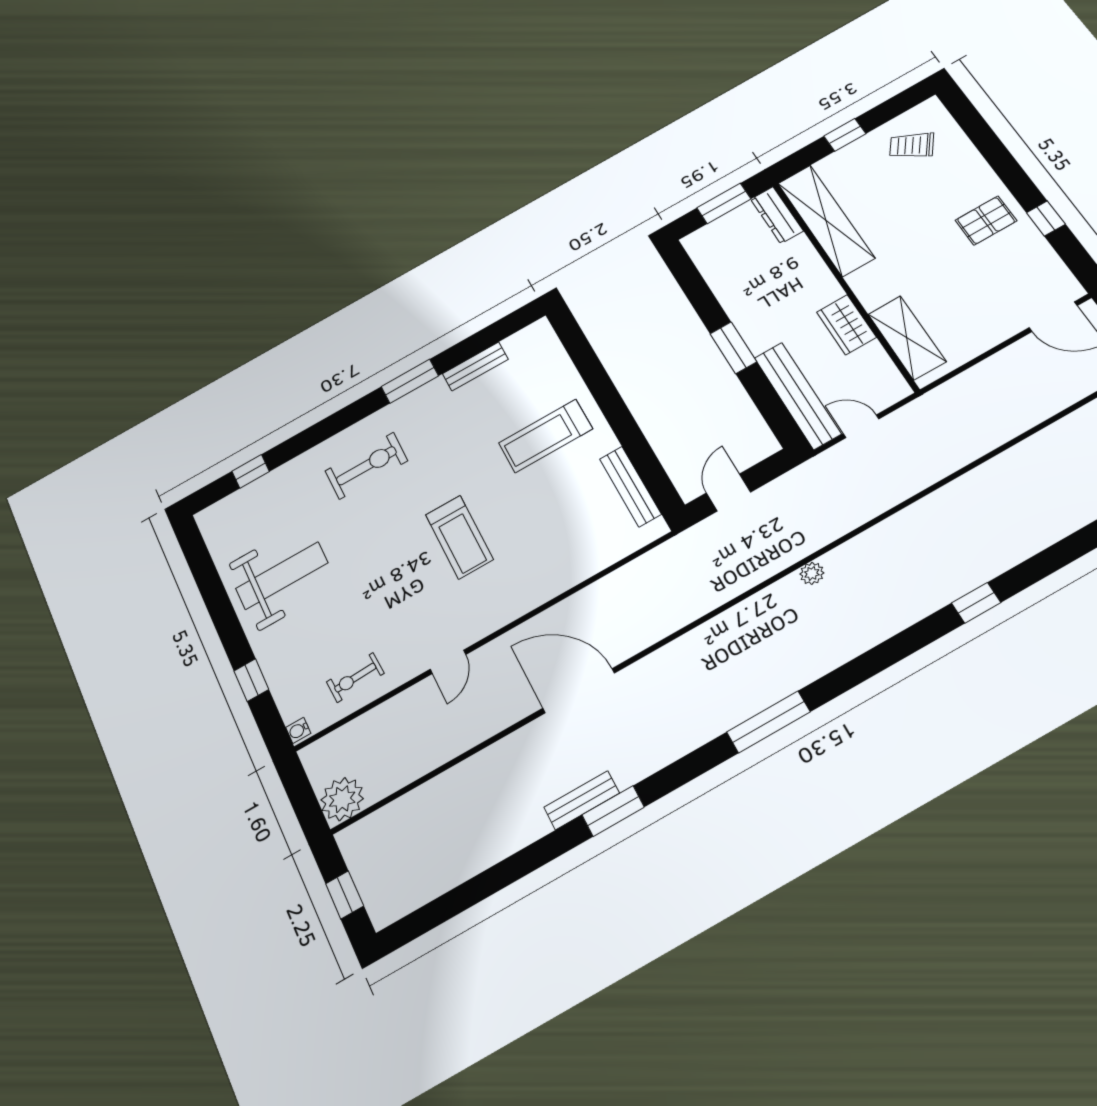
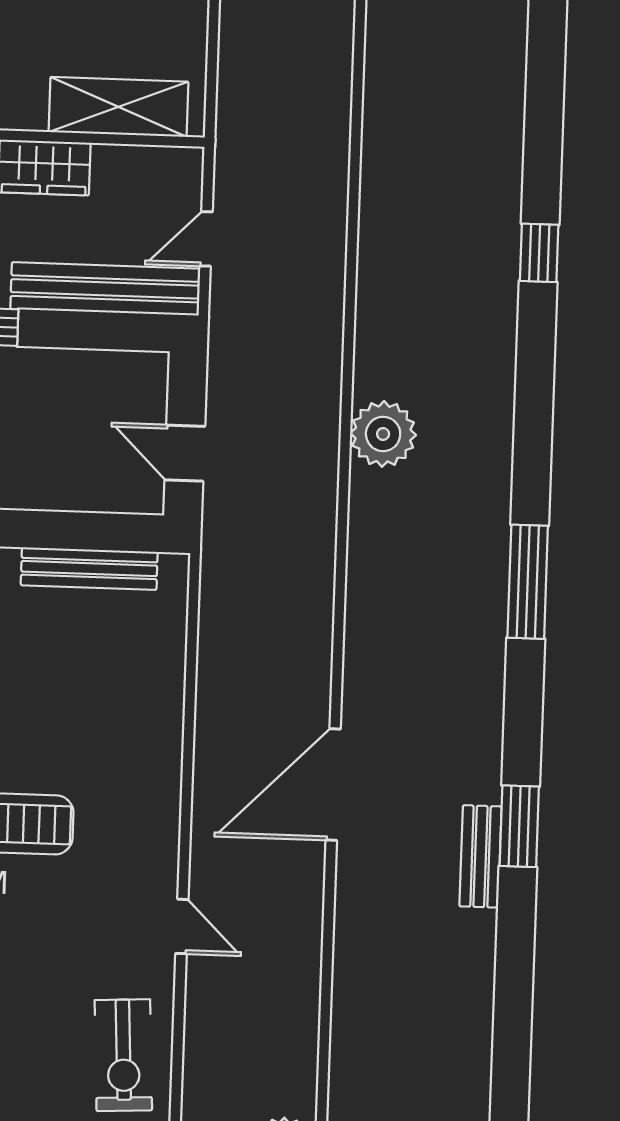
plant: (812, 573) -> (383, 434), width x1.88, depth x1.88
exercise bike: (355, 678) -> (123, 1055), width x1.38, depth x1.39

